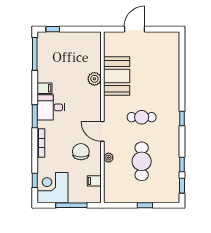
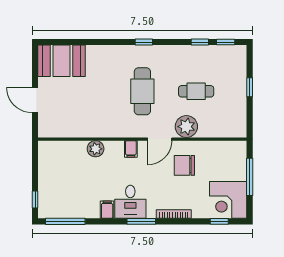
booth: (117, 76) -> (61, 61), moved
cafe table: (142, 117) -> (142, 91), width x1.37, depth x1.35
plant: (108, 158) -> (186, 127), width x1.88, depth x1.88
cafe table: (142, 161) -> (196, 91), width x0.73, depth x0.74
filing cabinet: (94, 181) -> (131, 149), moved

